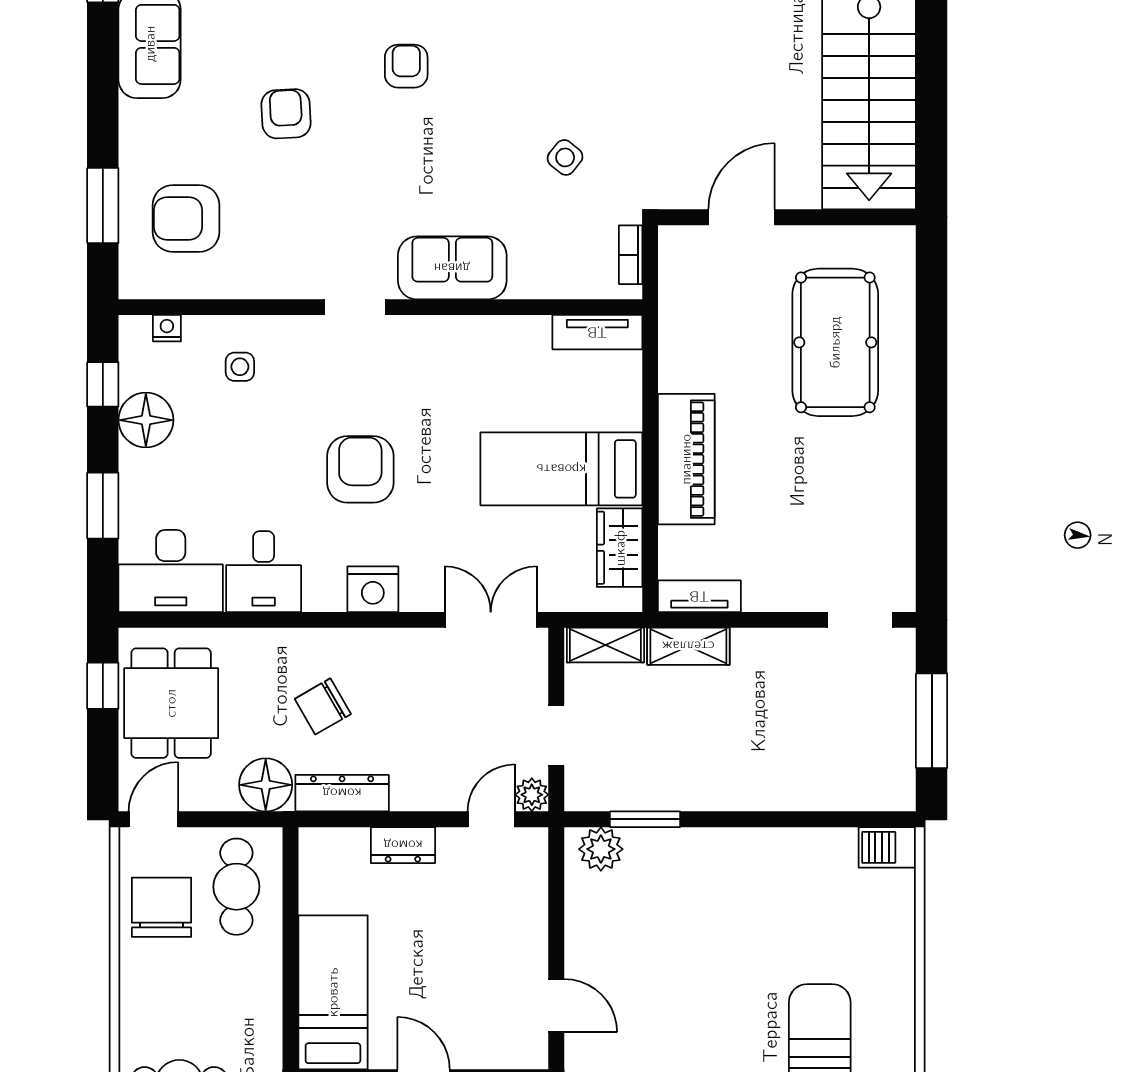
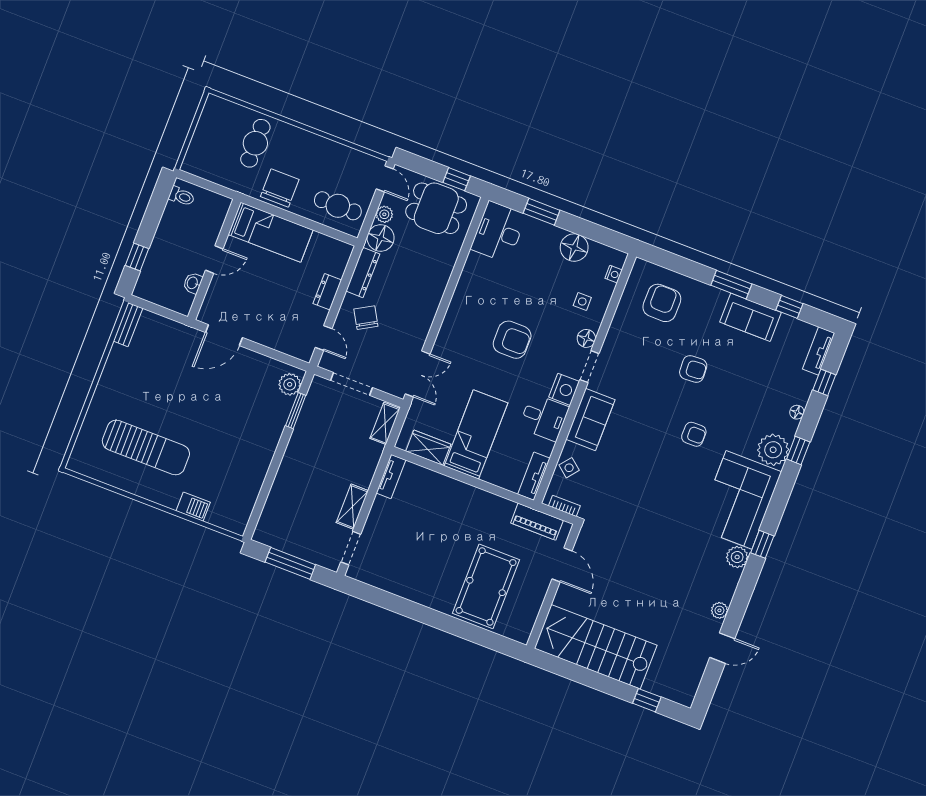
side table: (565, 157) -> (569, 468), moved
window: (103, 206) -> (731, 285), moved
floor lamp: (305, 333) -> (586, 338), added
pool table: (835, 342) -> (486, 586), turned 90
window: (103, 384) -> (599, 234), removed
piano: (686, 459) -> (537, 522), moved, width x0.73, depth x0.75
desk: (264, 572) -> (544, 417), moved, turned 180
nightstand: (373, 589) -> (564, 389), moved, turned 180
shelving: (688, 646) -> (352, 507), moved
chair: (323, 706) -> (366, 318), moved
doorway: (556, 735) -> (351, 384), width x1.38
plant: (532, 795) -> (384, 214), moved
barbecue: (887, 847) -> (193, 507), moved, turned 90
chair: (161, 907) -> (280, 188), moved, turned -90
door: (556, 1006) -> (224, 335), width x1.38

